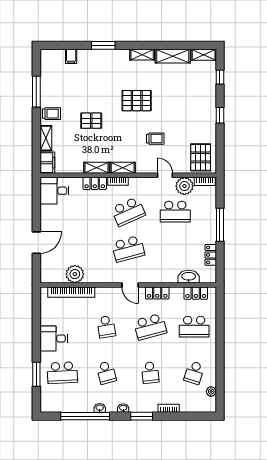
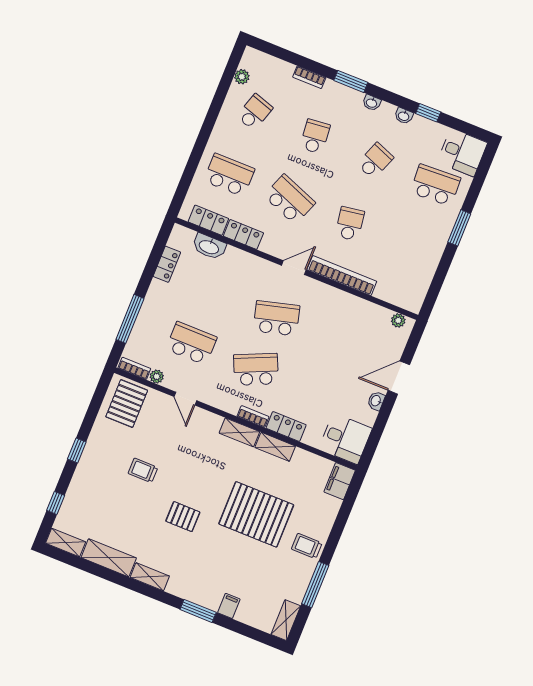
filing cabinet: (71, 56) -> (229, 606), moved
pallet: (137, 101) -> (183, 517), width x0.67, depth x0.71
pallet: (91, 121) -> (256, 514), width x2.05, depth x2.00
shelving: (46, 138) -> (286, 620), moved
trolley: (155, 139) -> (143, 470), moved
plant: (184, 186) -> (157, 377), width x0.53, depth x0.53
washbasin: (45, 222) -> (376, 401), added
window: (220, 225) -> (130, 319), moved
plant: (75, 274) -> (398, 320), moved, width x0.53, depth x0.53
door: (130, 285) -> (294, 268), hinge flipped
bookcase: (71, 292) -> (342, 276), moved
locker: (157, 293) -> (243, 234), moved
school desk: (150, 327) -> (289, 199), turned 36
desk: (54, 338) -> (462, 152), moved
school desk: (106, 373) -> (375, 161), turned 36
window: (36, 374) -> (459, 228), moved
window: (85, 416) -> (428, 113), width x0.32

